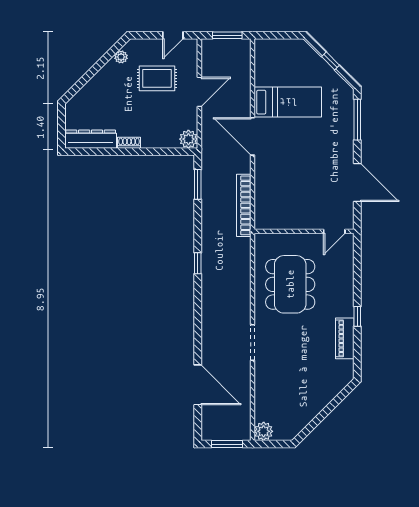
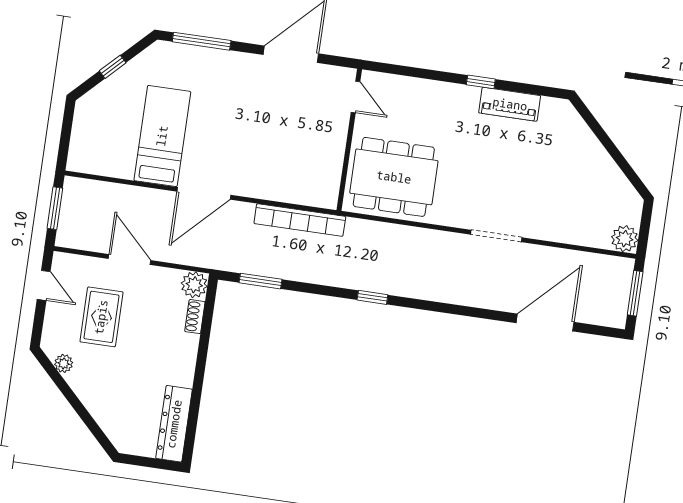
shoe rack: (129, 143) -> (195, 317), moved
dining table: (290, 284) -> (394, 177), moved

